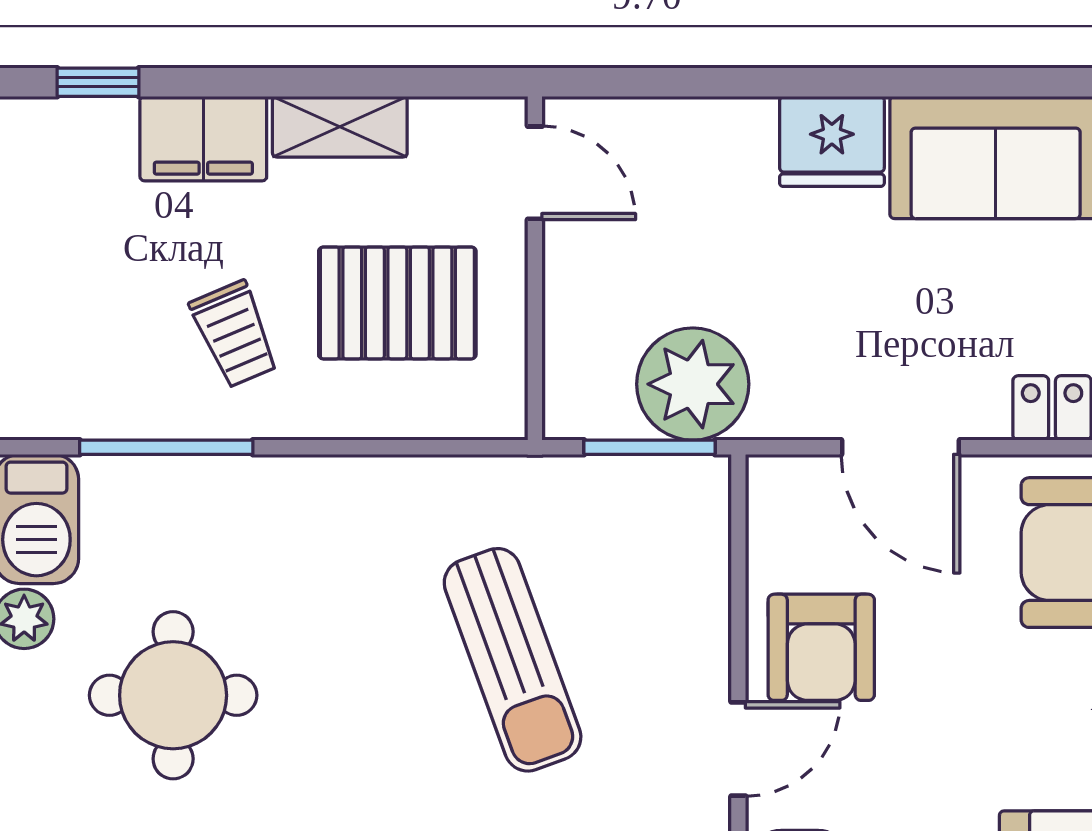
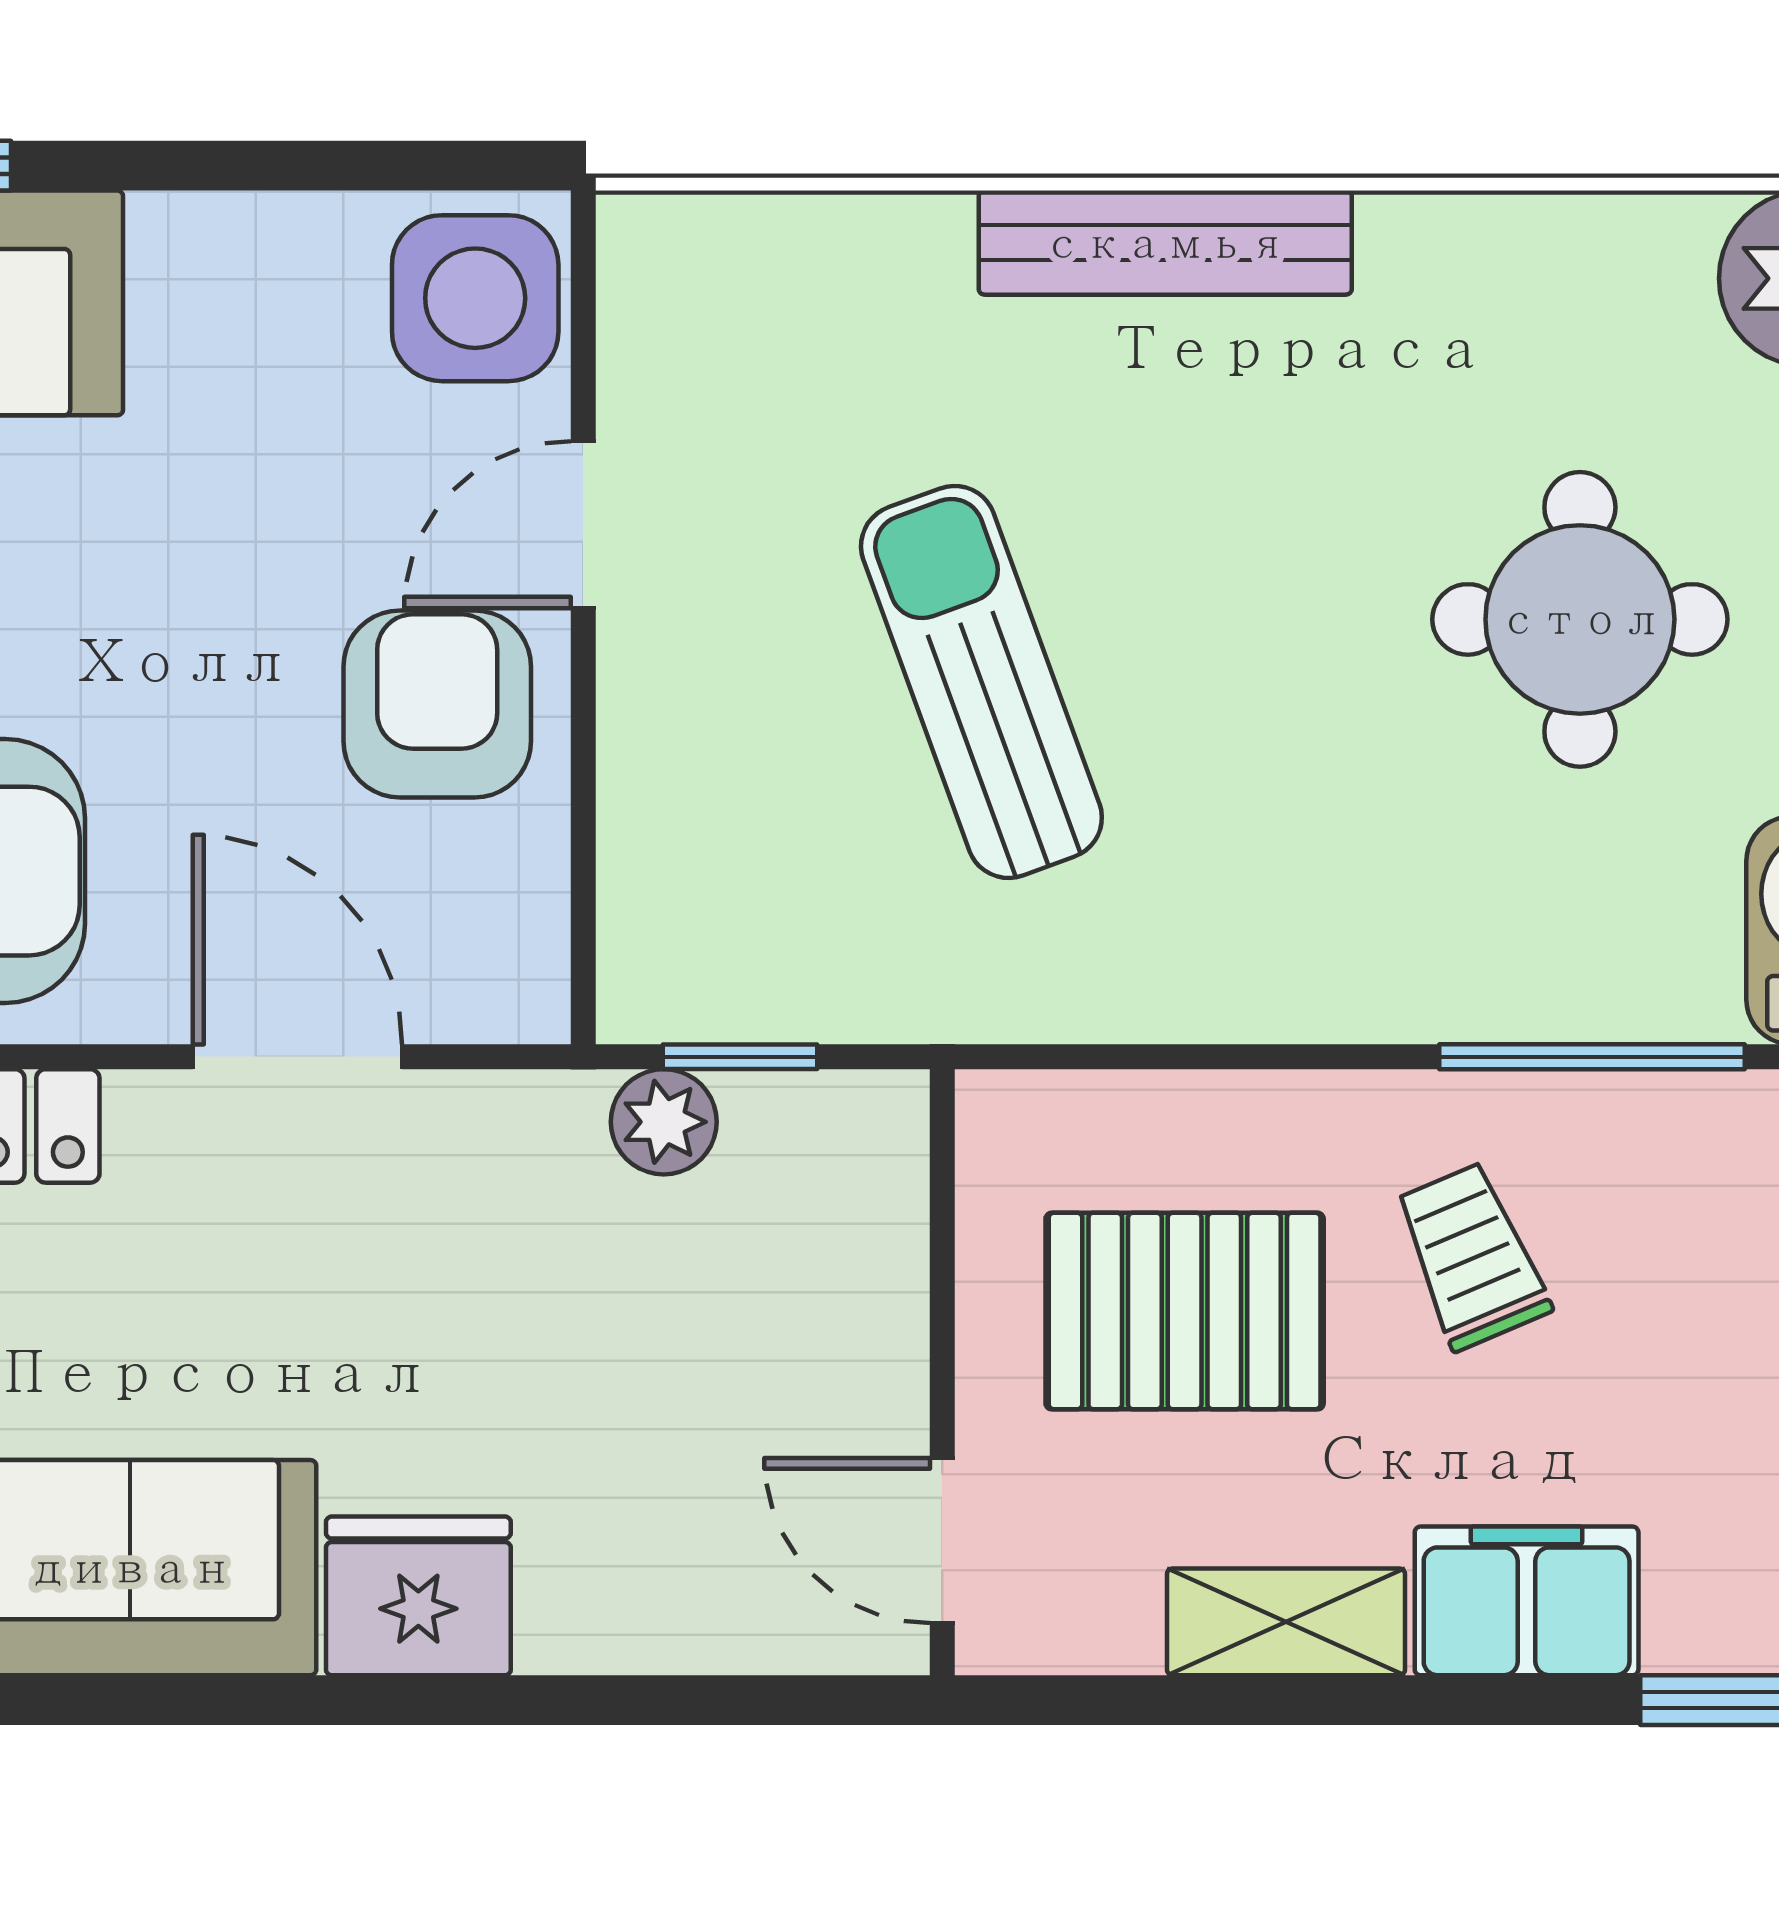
plant: (693, 384) -> (664, 1122), width x0.53, depth x0.53
window: (649, 447) -> (740, 1057), width x0.67

